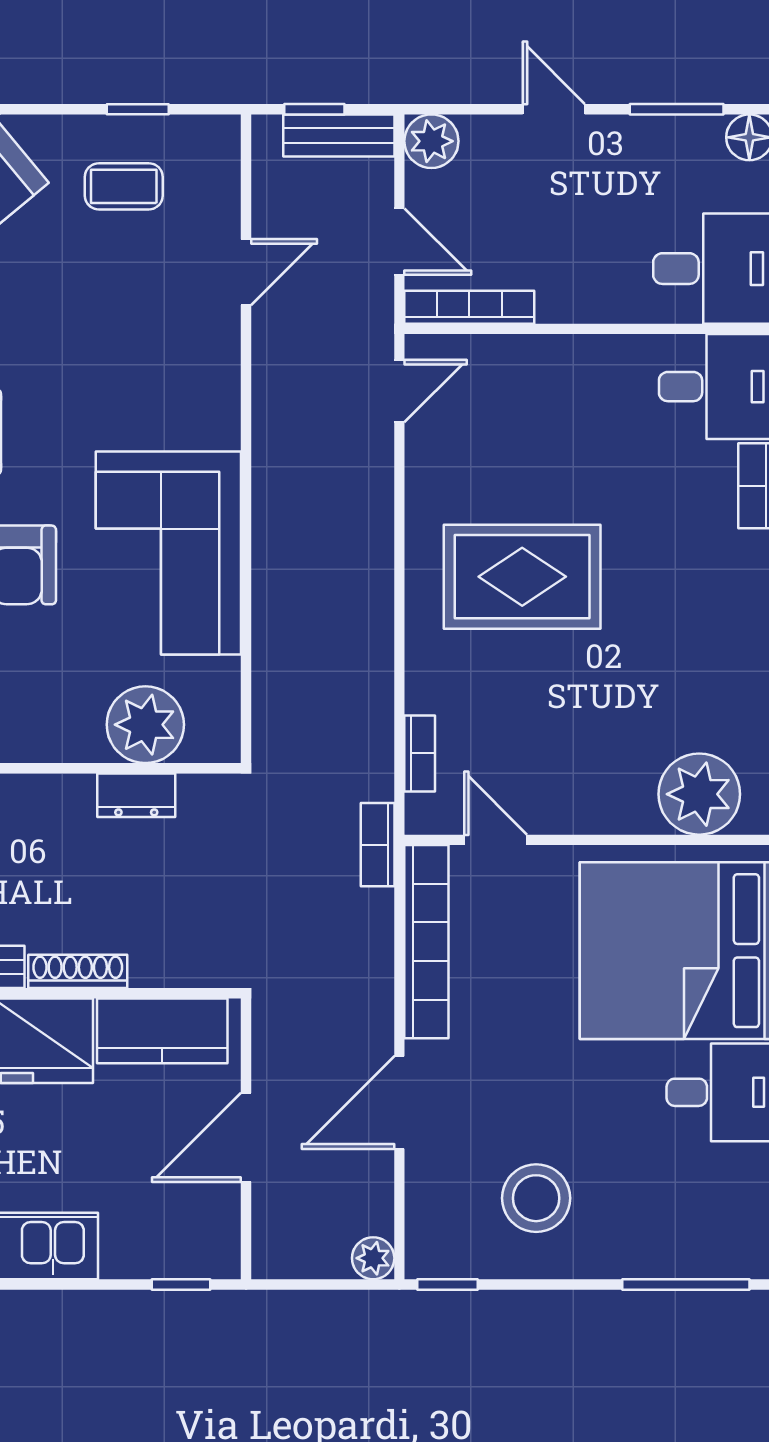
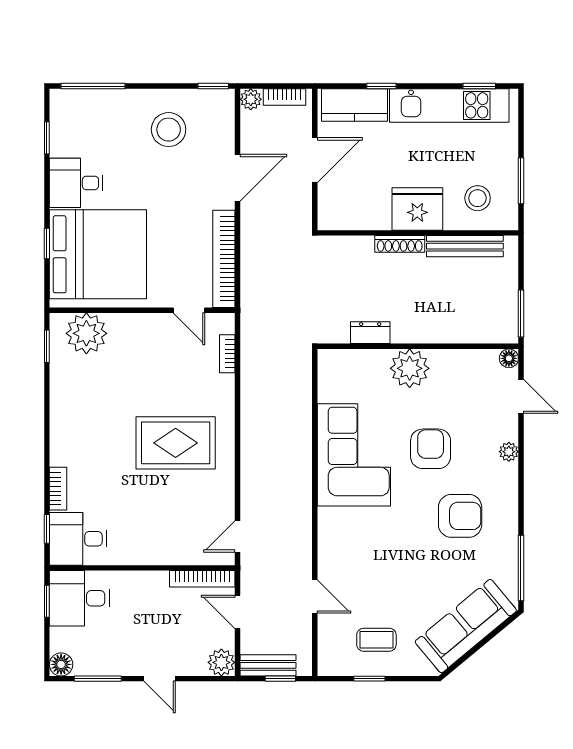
door: (246, 272) -> (315, 596), swing flipped
plant: (145, 725) -> (410, 368), moved
bookcase: (378, 845) -> (284, 97), moved, turned 90
kitchen counter: (162, 1031) -> (355, 105), moved, turned 180
window: (181, 1284) -> (381, 86), moved

